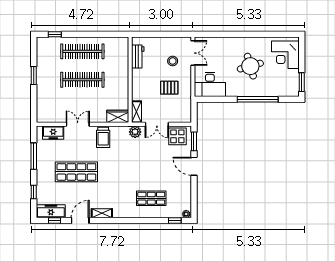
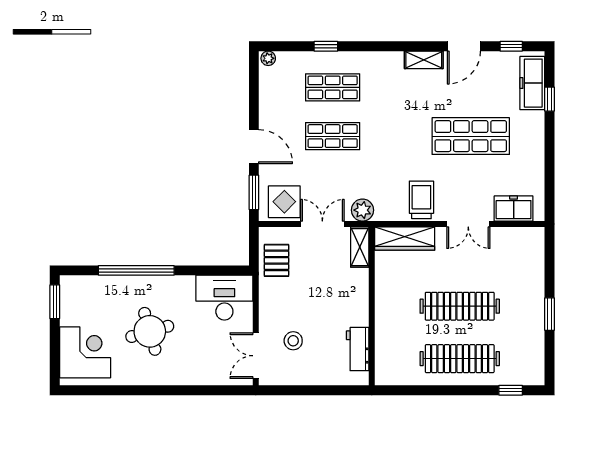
pallet: (169, 88) -> (276, 260), moved, turned 90
wardrobe: (118, 116) -> (405, 239), width x1.50
window: (34, 156) -> (550, 165), removed
shop shelf: (151, 172) -> (333, 136), added
freezer: (51, 211) -> (532, 83), moved, turned 90
window: (175, 221) -> (326, 46), moved

